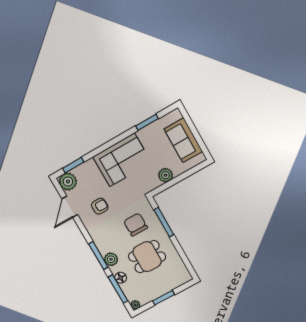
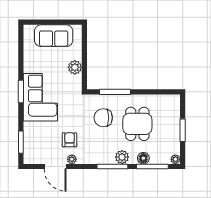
window: (147, 122) -> (21, 92), moved
plant: (68, 182) -> (72, 159), moved, width x0.53, depth x0.53

